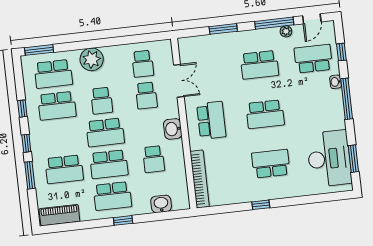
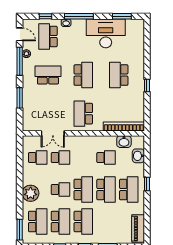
school desk: (260, 65) -> (48, 75), turned -90
double door: (179, 81) -> (53, 133), swing flipped
school desk: (211, 120) -> (83, 114), turned -90
washbasin: (173, 129) -> (124, 142), moved
desk: (329, 159) -> (106, 33), moved
school desk: (64, 169) -> (83, 222), moved

